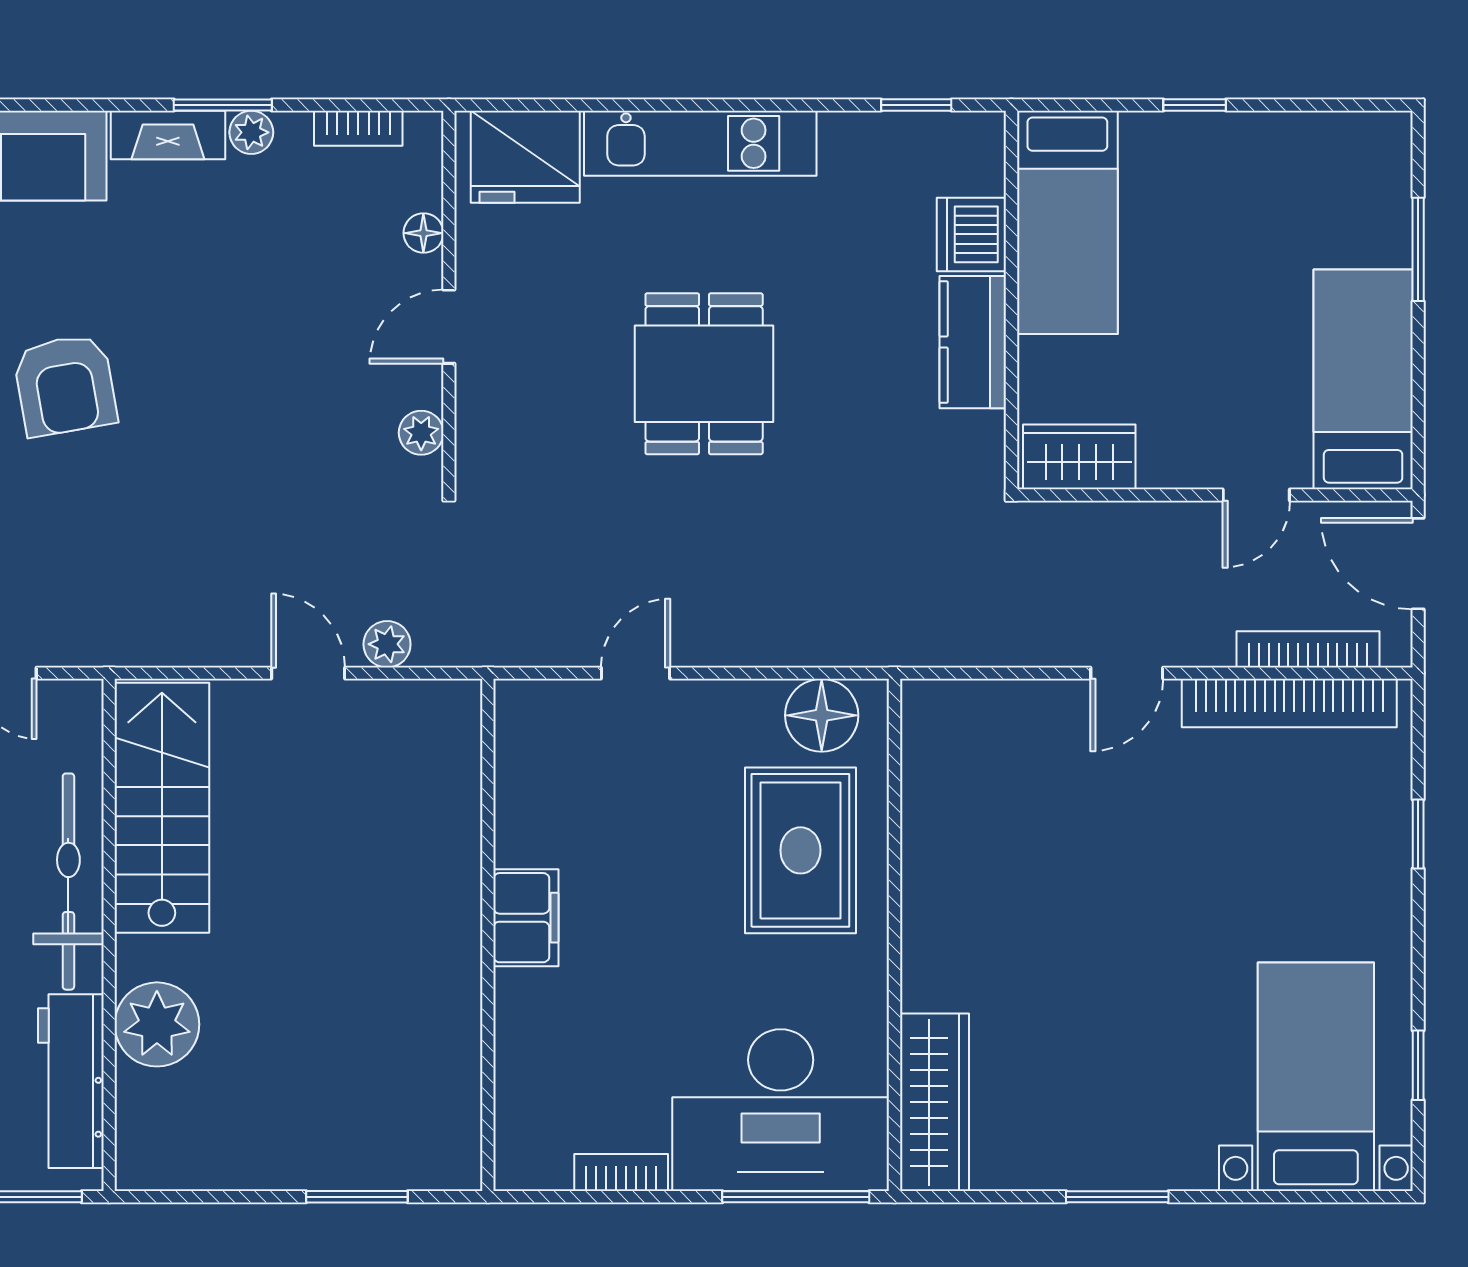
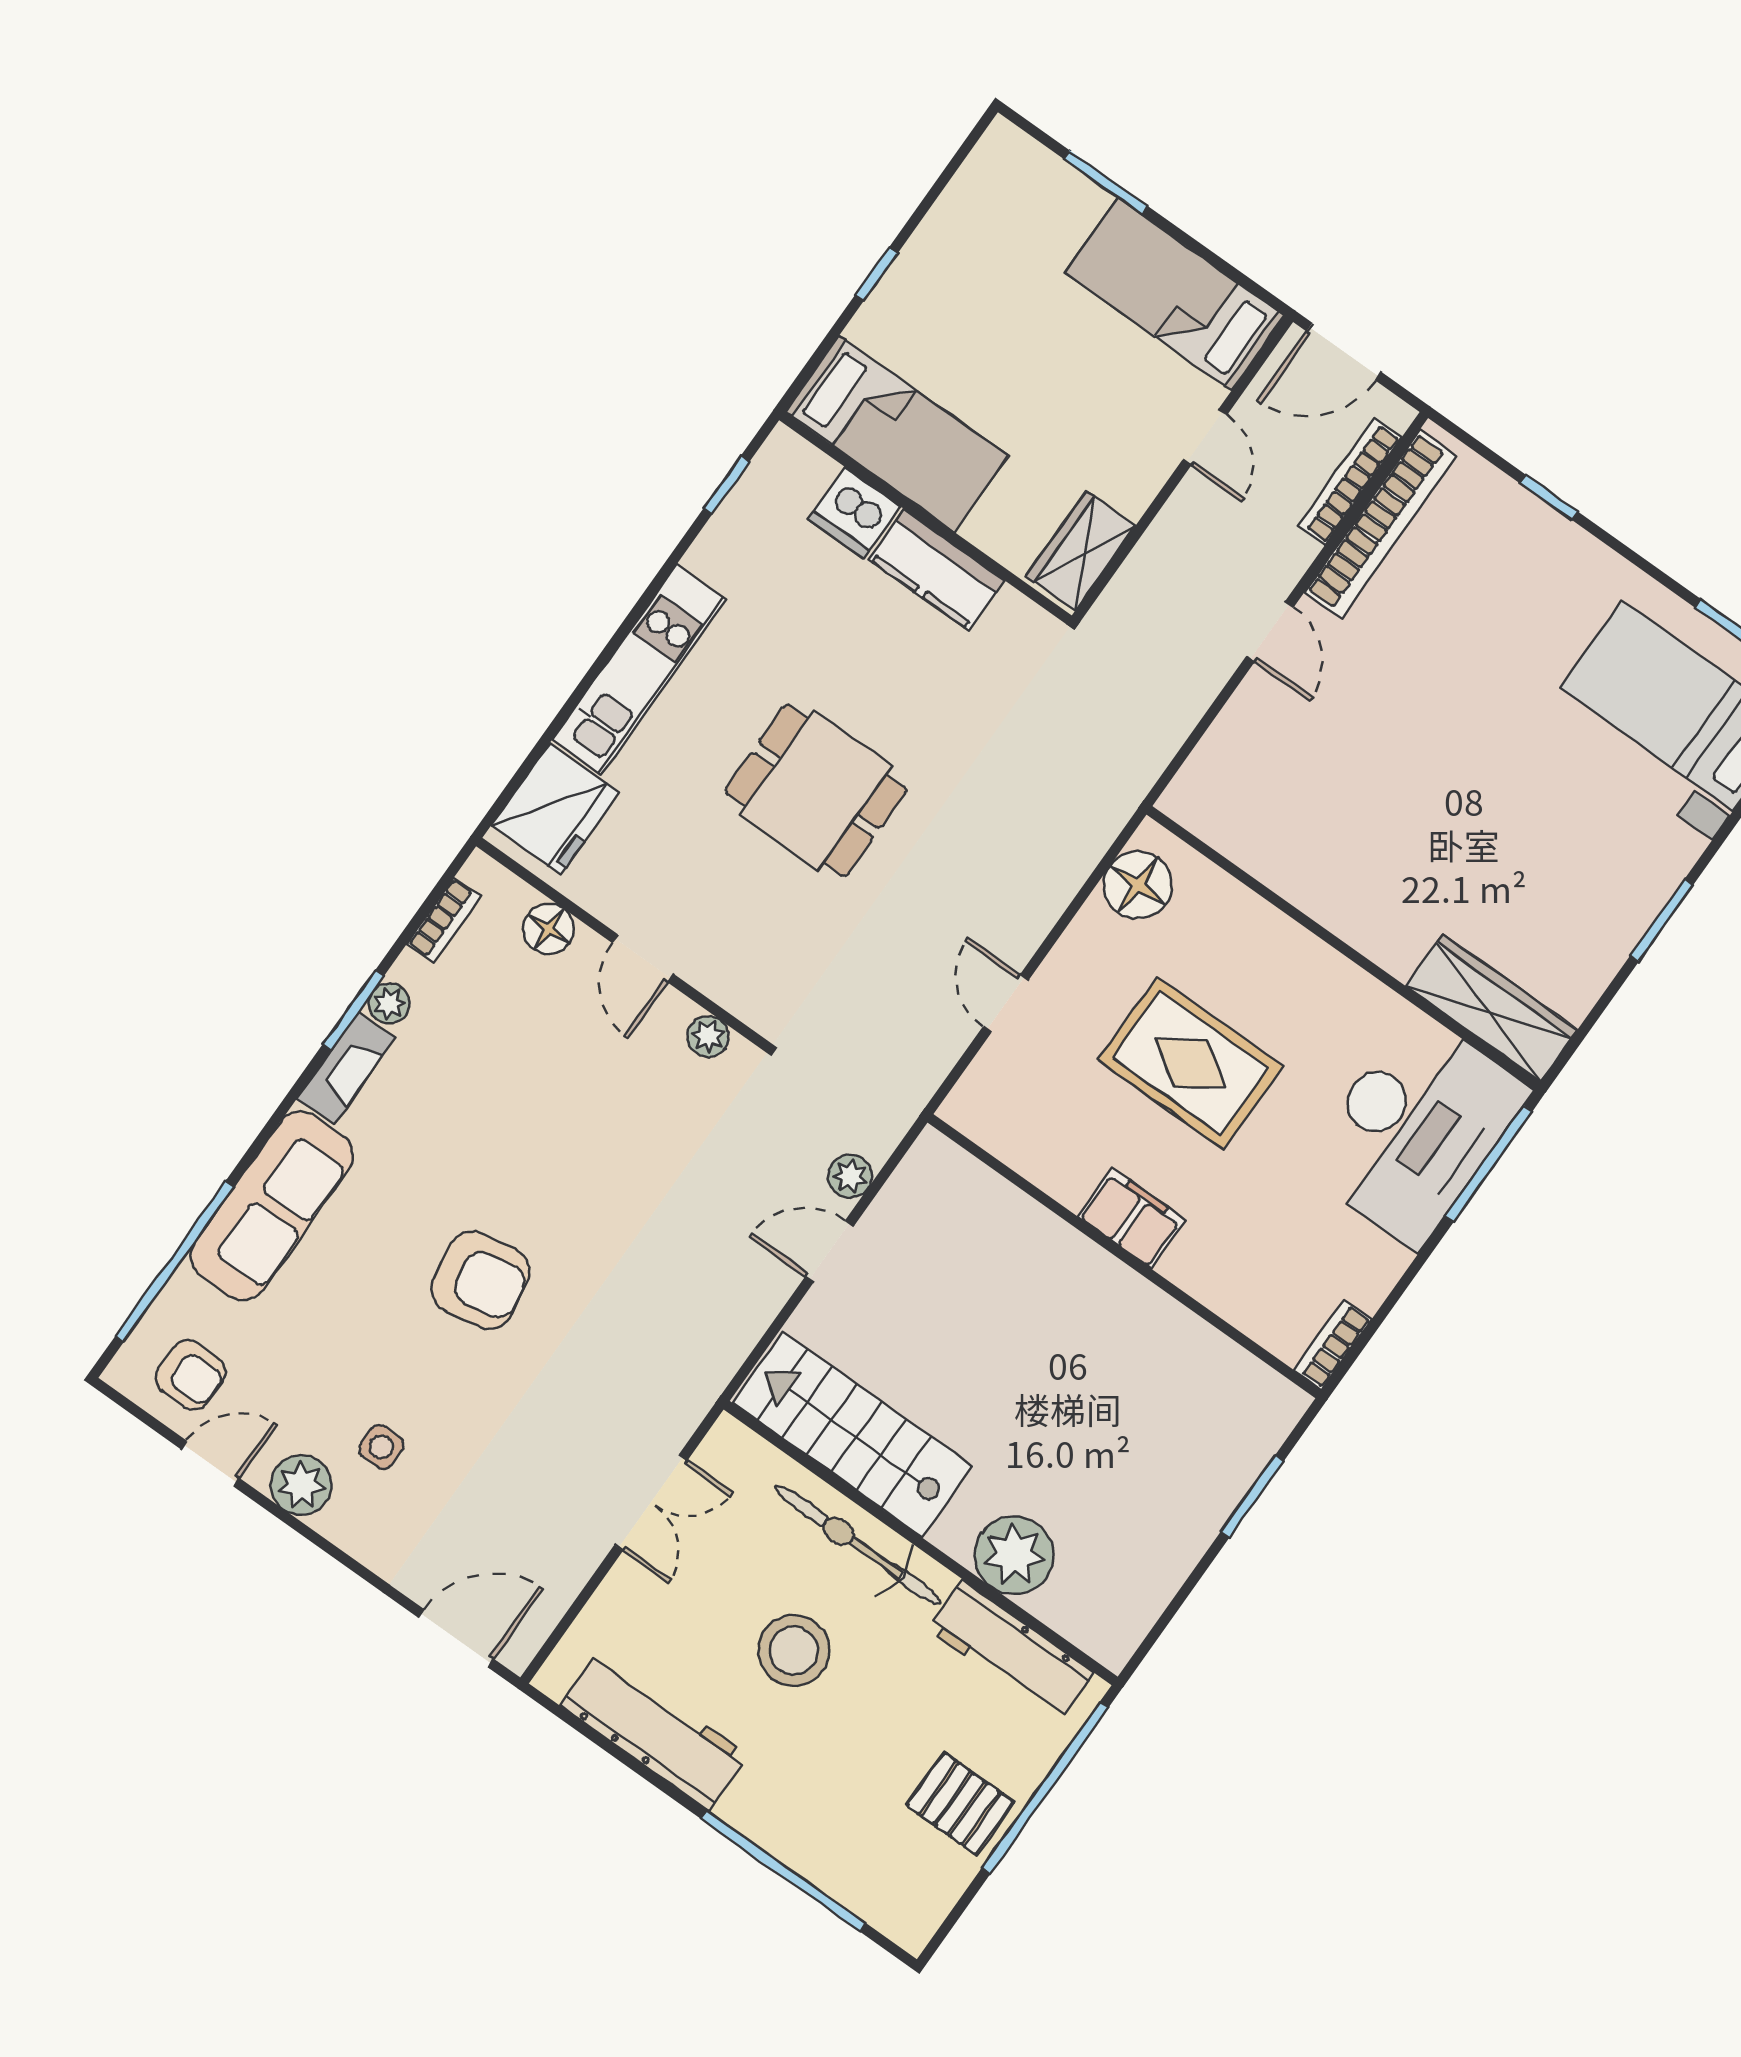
floor lamp: (423, 233) -> (549, 929), width x1.37, depth x1.37
rug: (800, 850) -> (1190, 1063), moved
bookcase: (621, 1172) -> (1333, 1344), moved

